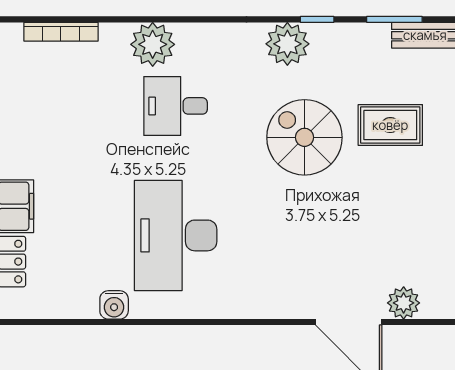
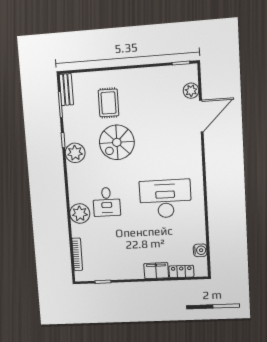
desk: (176, 235) -> (165, 199), turned 180
water cooler: (114, 305) -> (200, 250), moved

